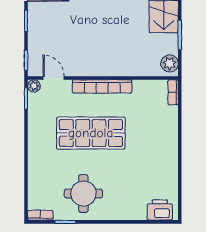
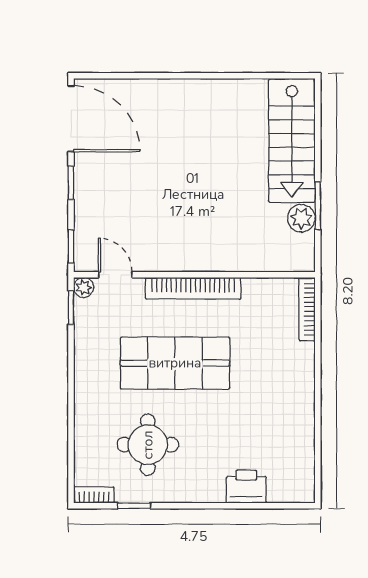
plant: (170, 63) -> (301, 218), moved
bookcase: (173, 92) -> (307, 309), width x1.56
round table: (83, 194) -> (148, 445), moved
printer: (160, 210) -> (246, 487), moved

